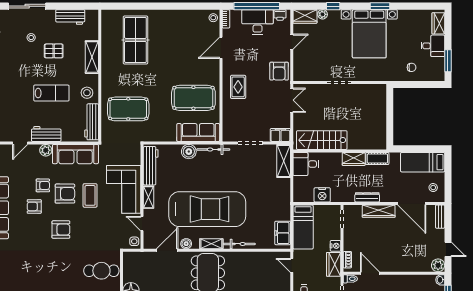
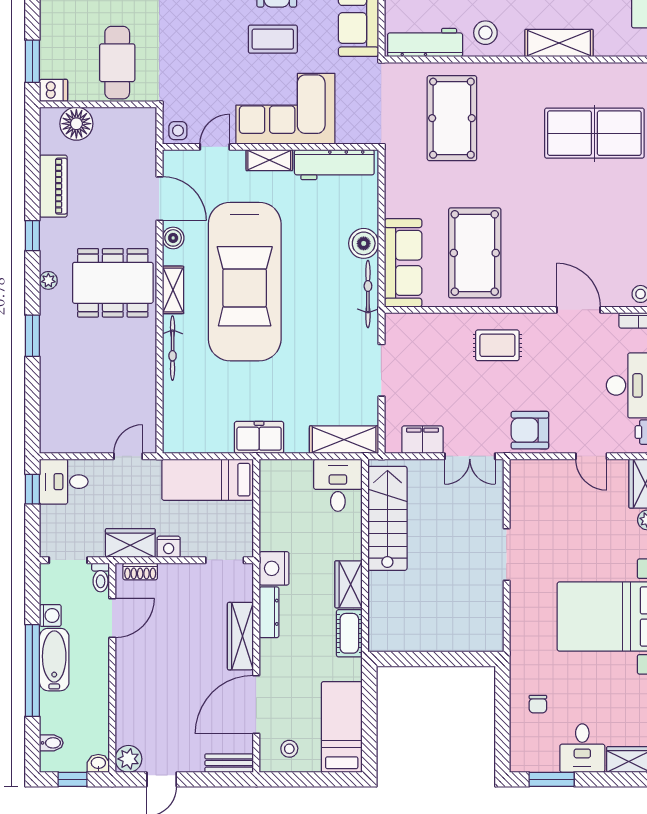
filing cabinet: (280, 135) -> (422, 440), moved, turned -90
nightstand: (322, 195) -> (274, 568), moved
freezer: (283, 233) -> (259, 437), moved

